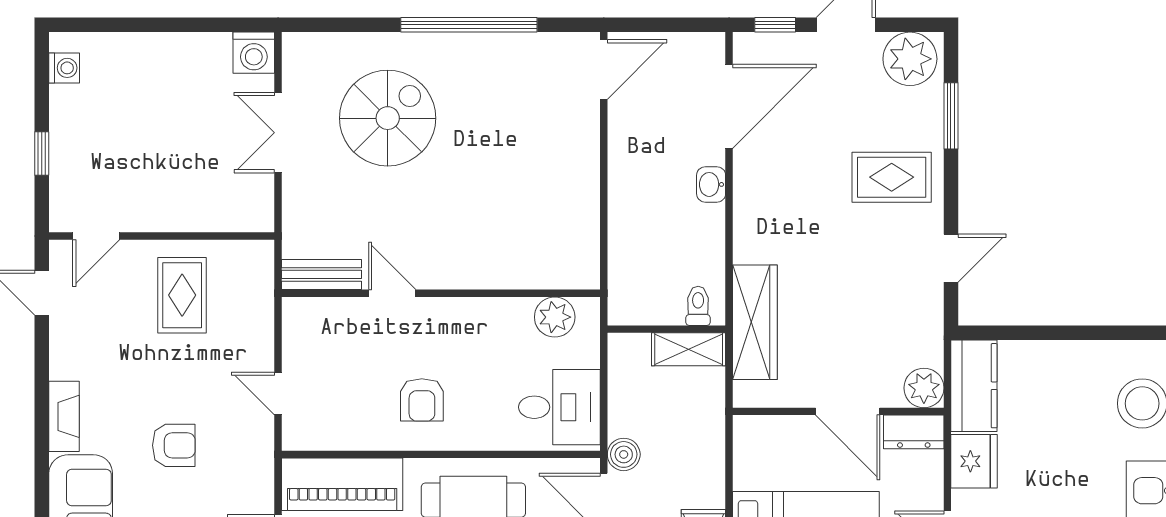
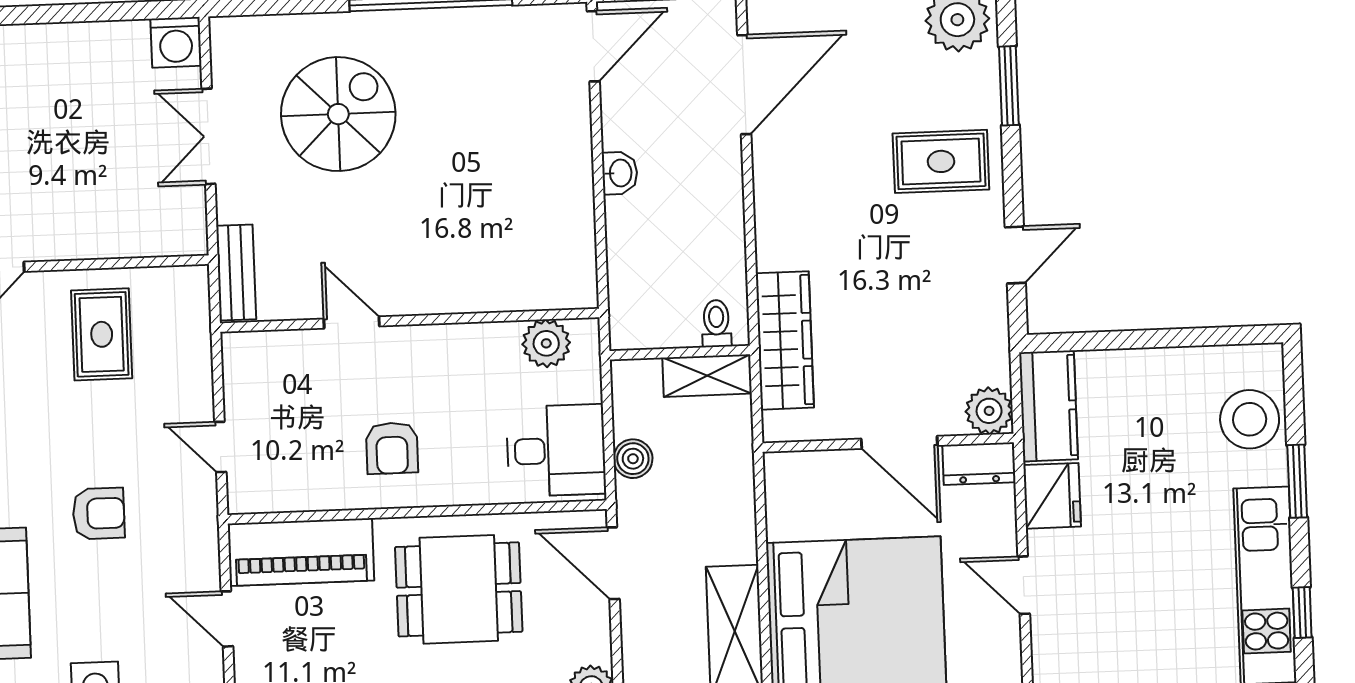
washbasin: (711, 184) -> (620, 173), moved, turned 180
bench: (322, 274) -> (236, 272), moved, turned 90
boiler: (624, 454) -> (633, 459), moved

